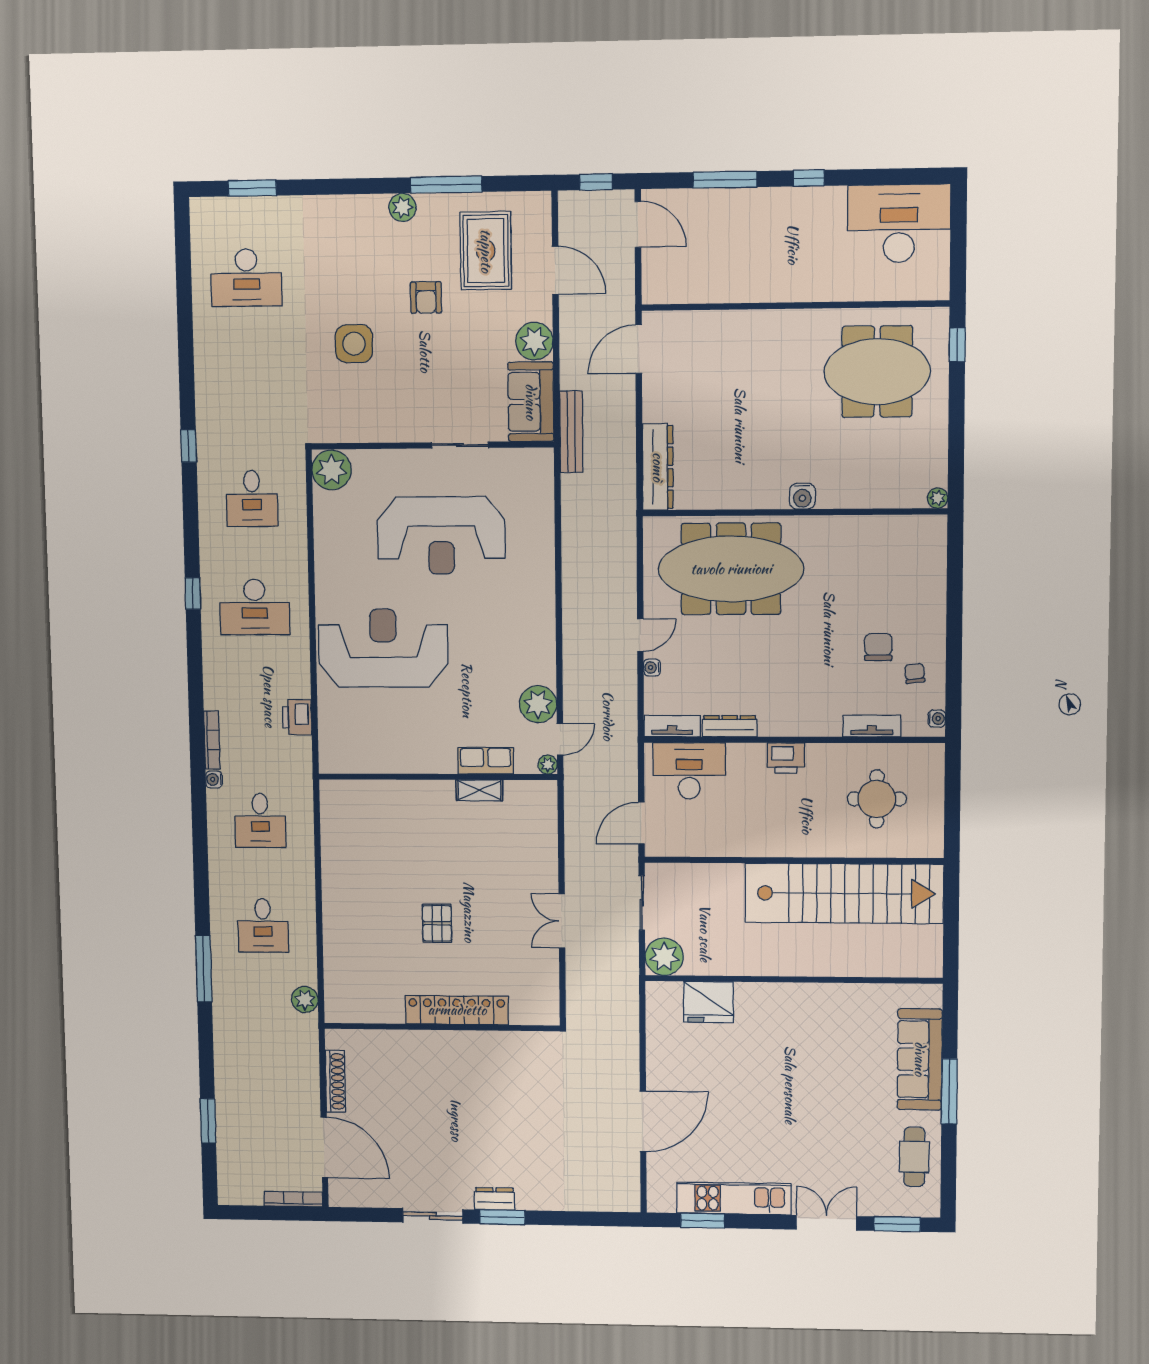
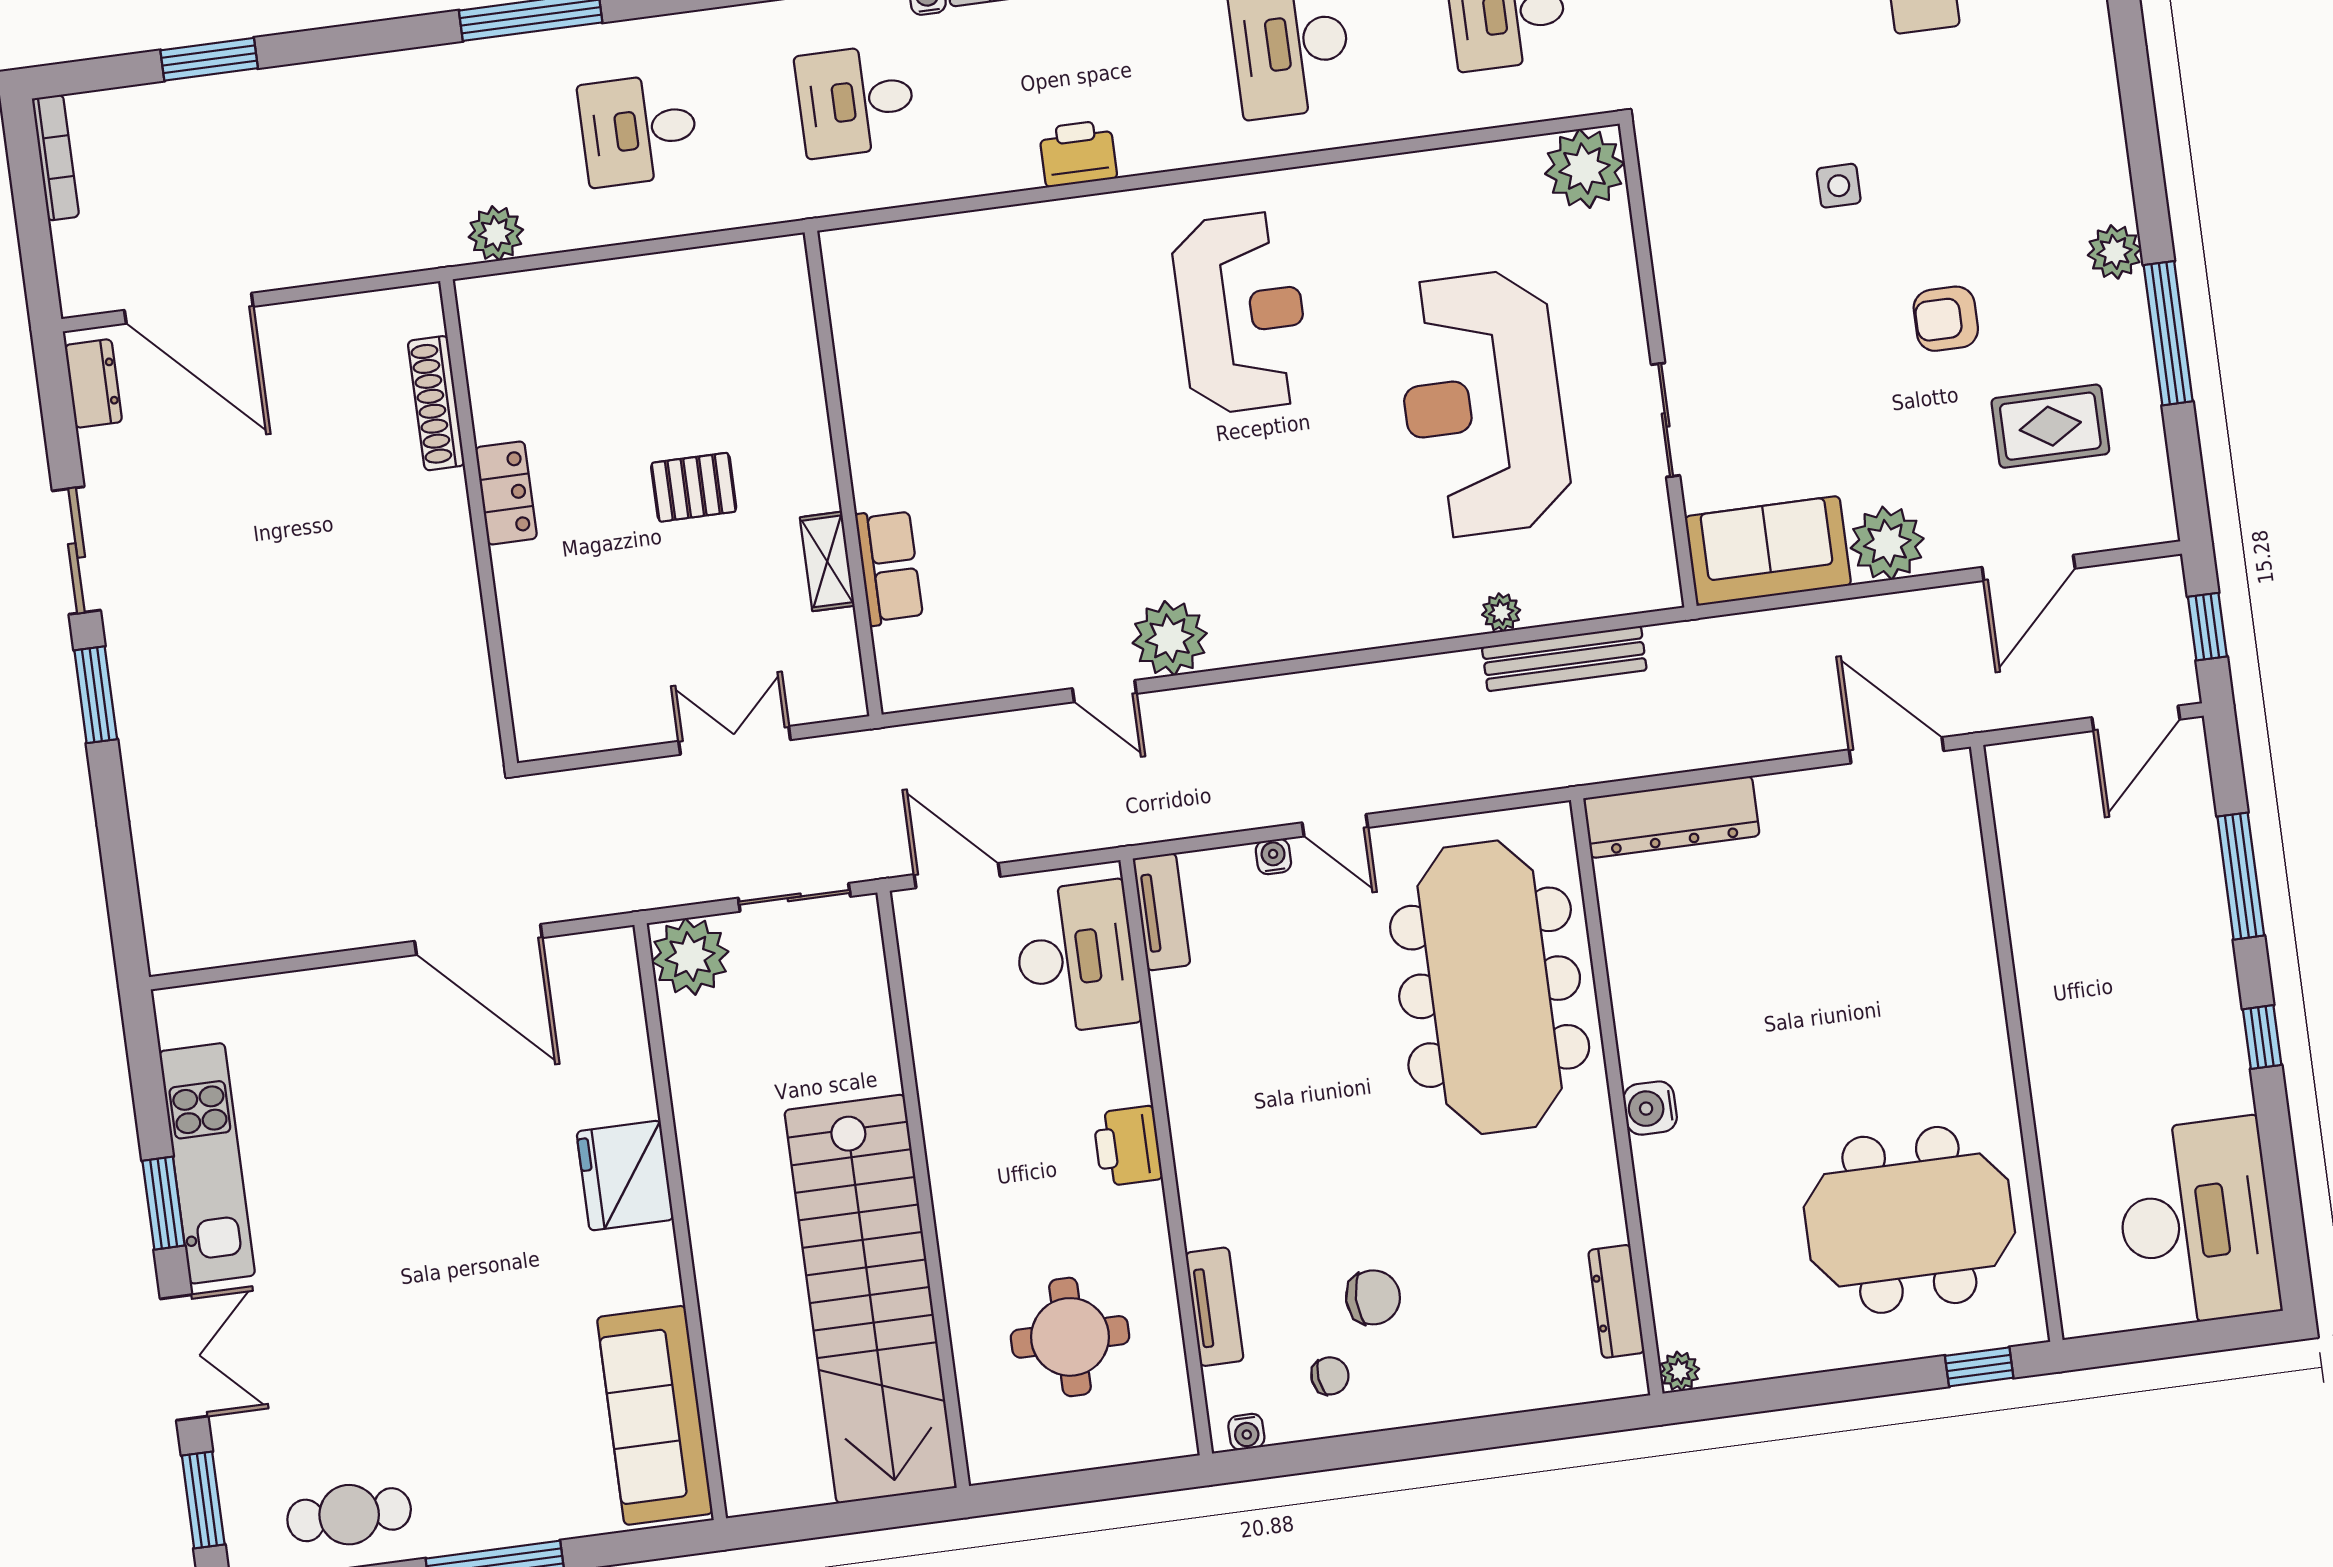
rug: (486, 251) -> (2050, 426), width x0.73, depth x0.70
side table: (354, 344) -> (1839, 186), width x0.54, depth x0.54
meeting table: (877, 372) -> (1909, 1220), turned 90
bench: (571, 432) -> (1564, 659), moved
reception desk: (383, 648) -> (1241, 313), width x0.74, depth x0.77
dresser: (730, 726) -> (1616, 1301), moved, turned 180
row of seats: (486, 761) -> (889, 567), moved
plant: (548, 765) -> (1501, 612), moved
wall: (438, 777) -> (843, 473), moved
shelving: (479, 790) -> (827, 561), moved
fridge: (708, 1002) -> (625, 1176), moved
locker: (457, 1010) -> (506, 493), width x0.46, depth x0.83
sofa: (920, 1059) -> (655, 1415), moved, turned -90
shoe rack: (335, 1081) -> (436, 403), moved, turned 90
door: (643, 1121) -> (478, 939), moved
door: (324, 1147) -> (189, 308), hinge flipped
bookcase: (293, 1199) -> (55, 158), moved
dresser: (495, 1199) -> (93, 383), moved
window: (703, 1221) -> (164, 1203), moved

